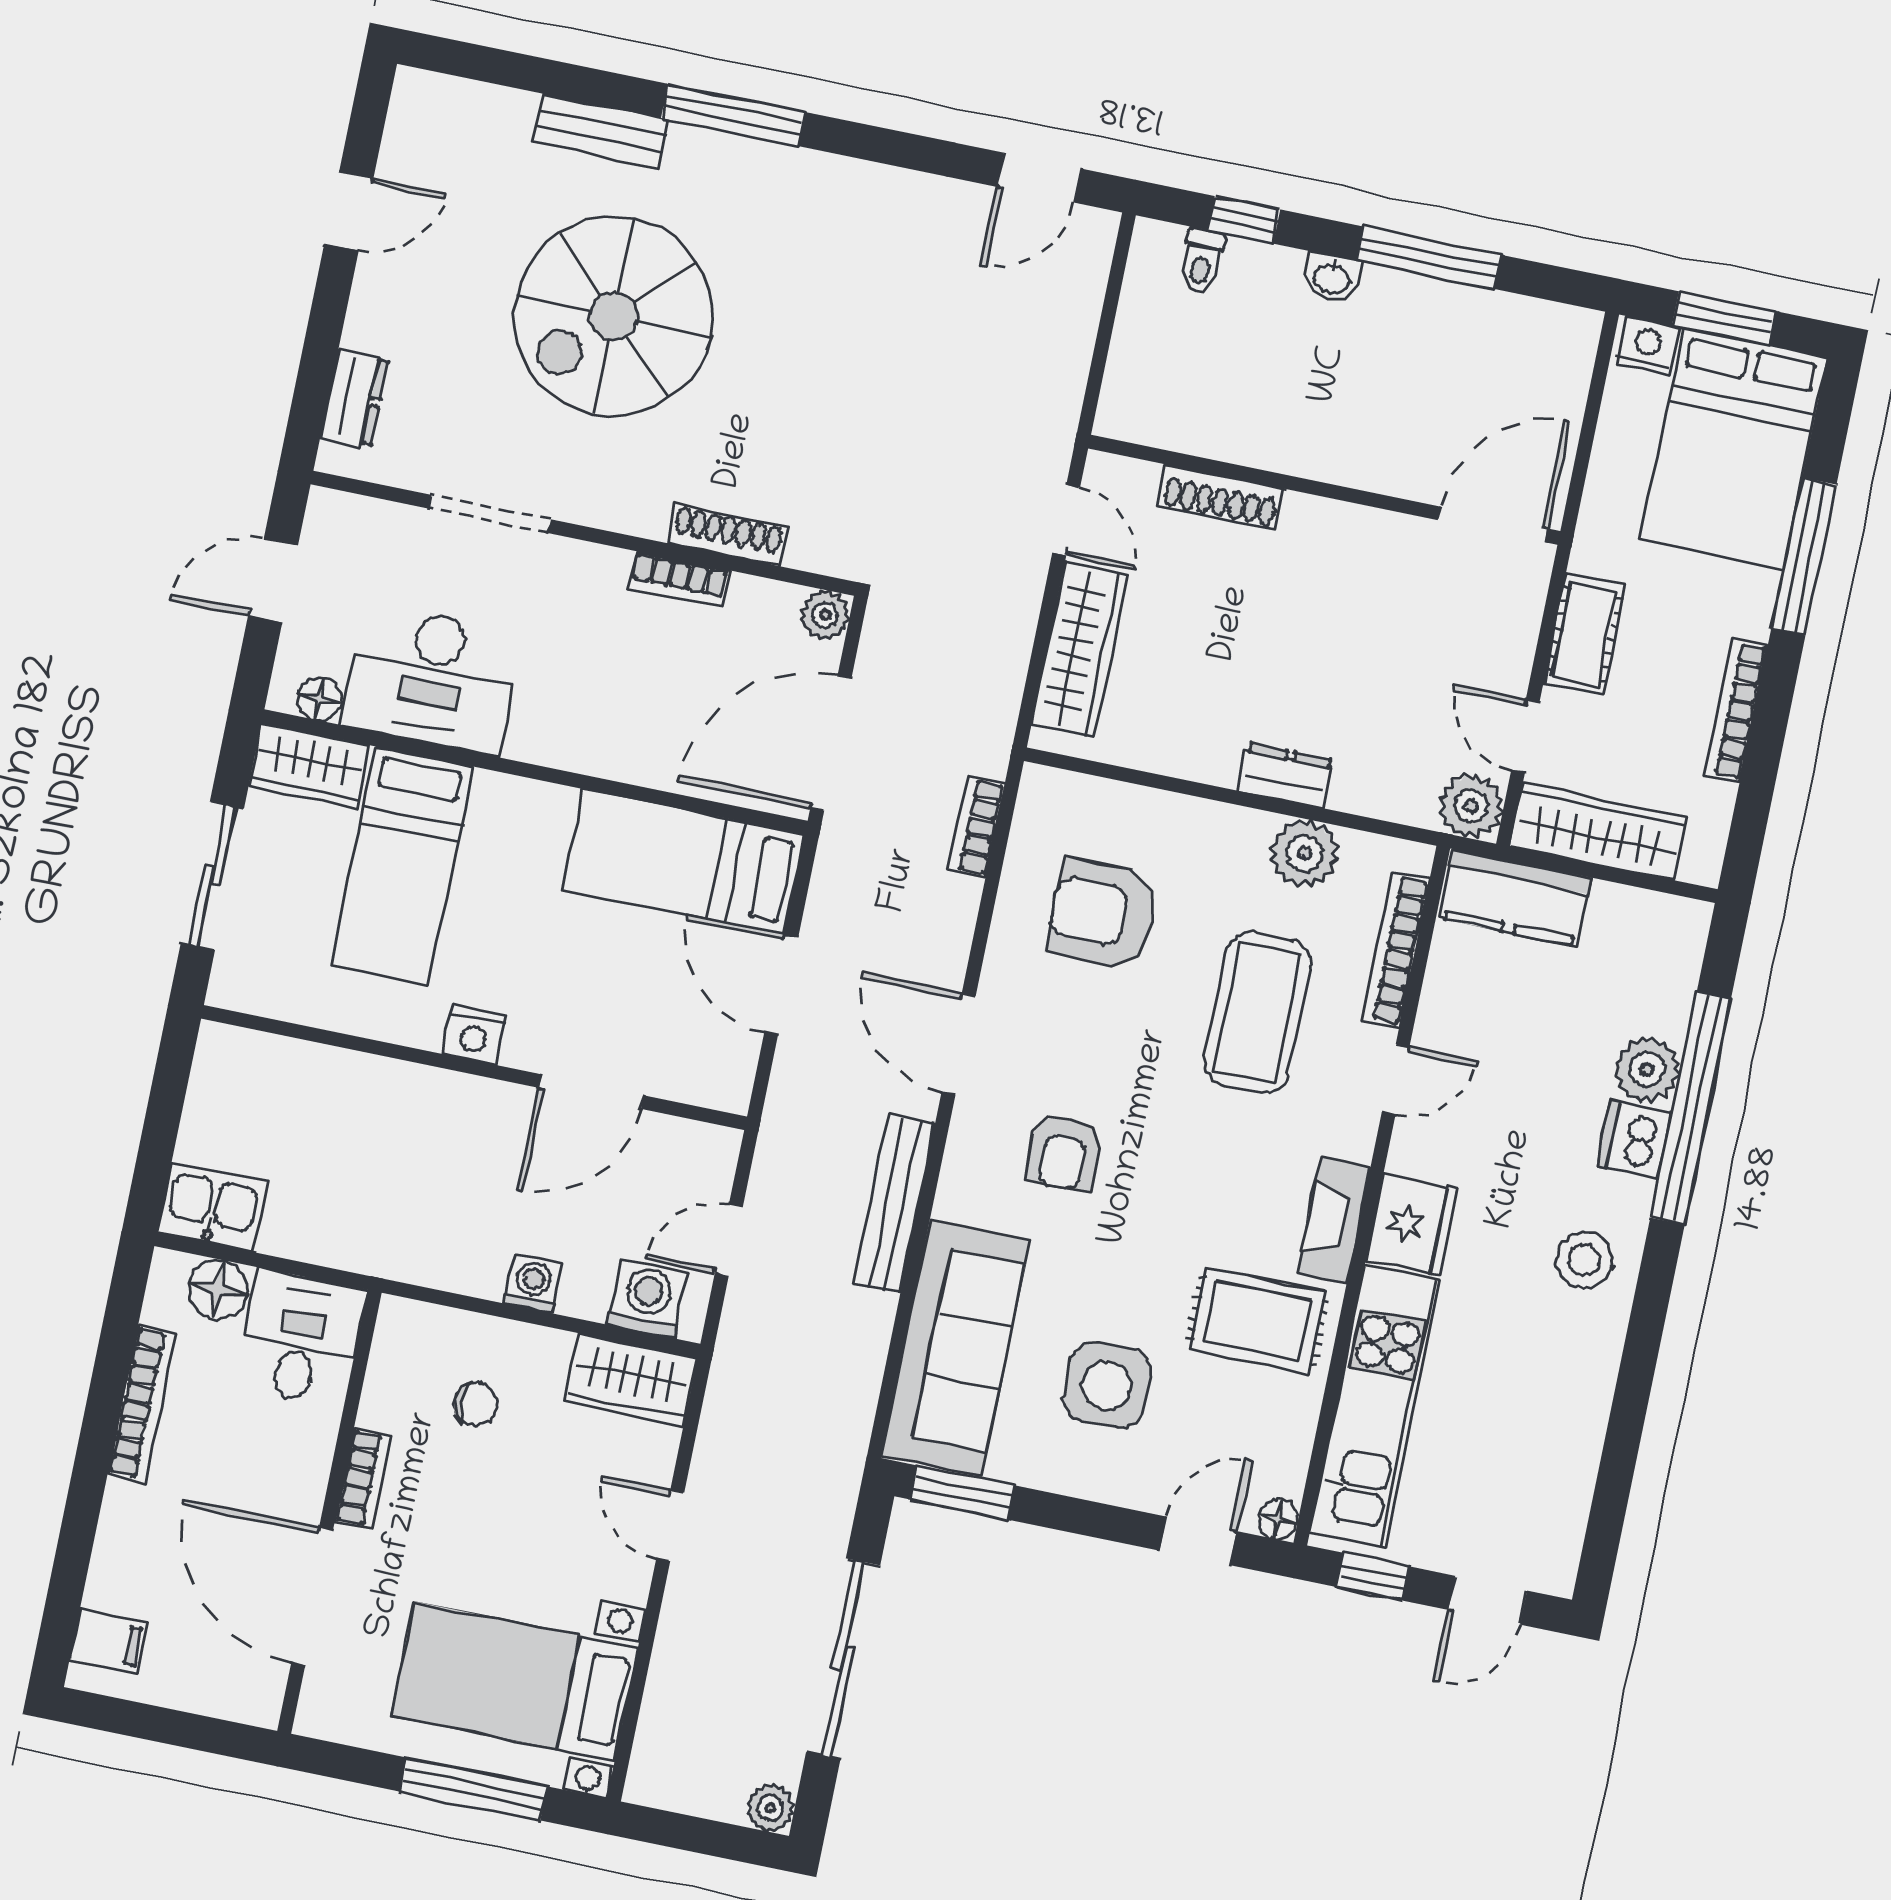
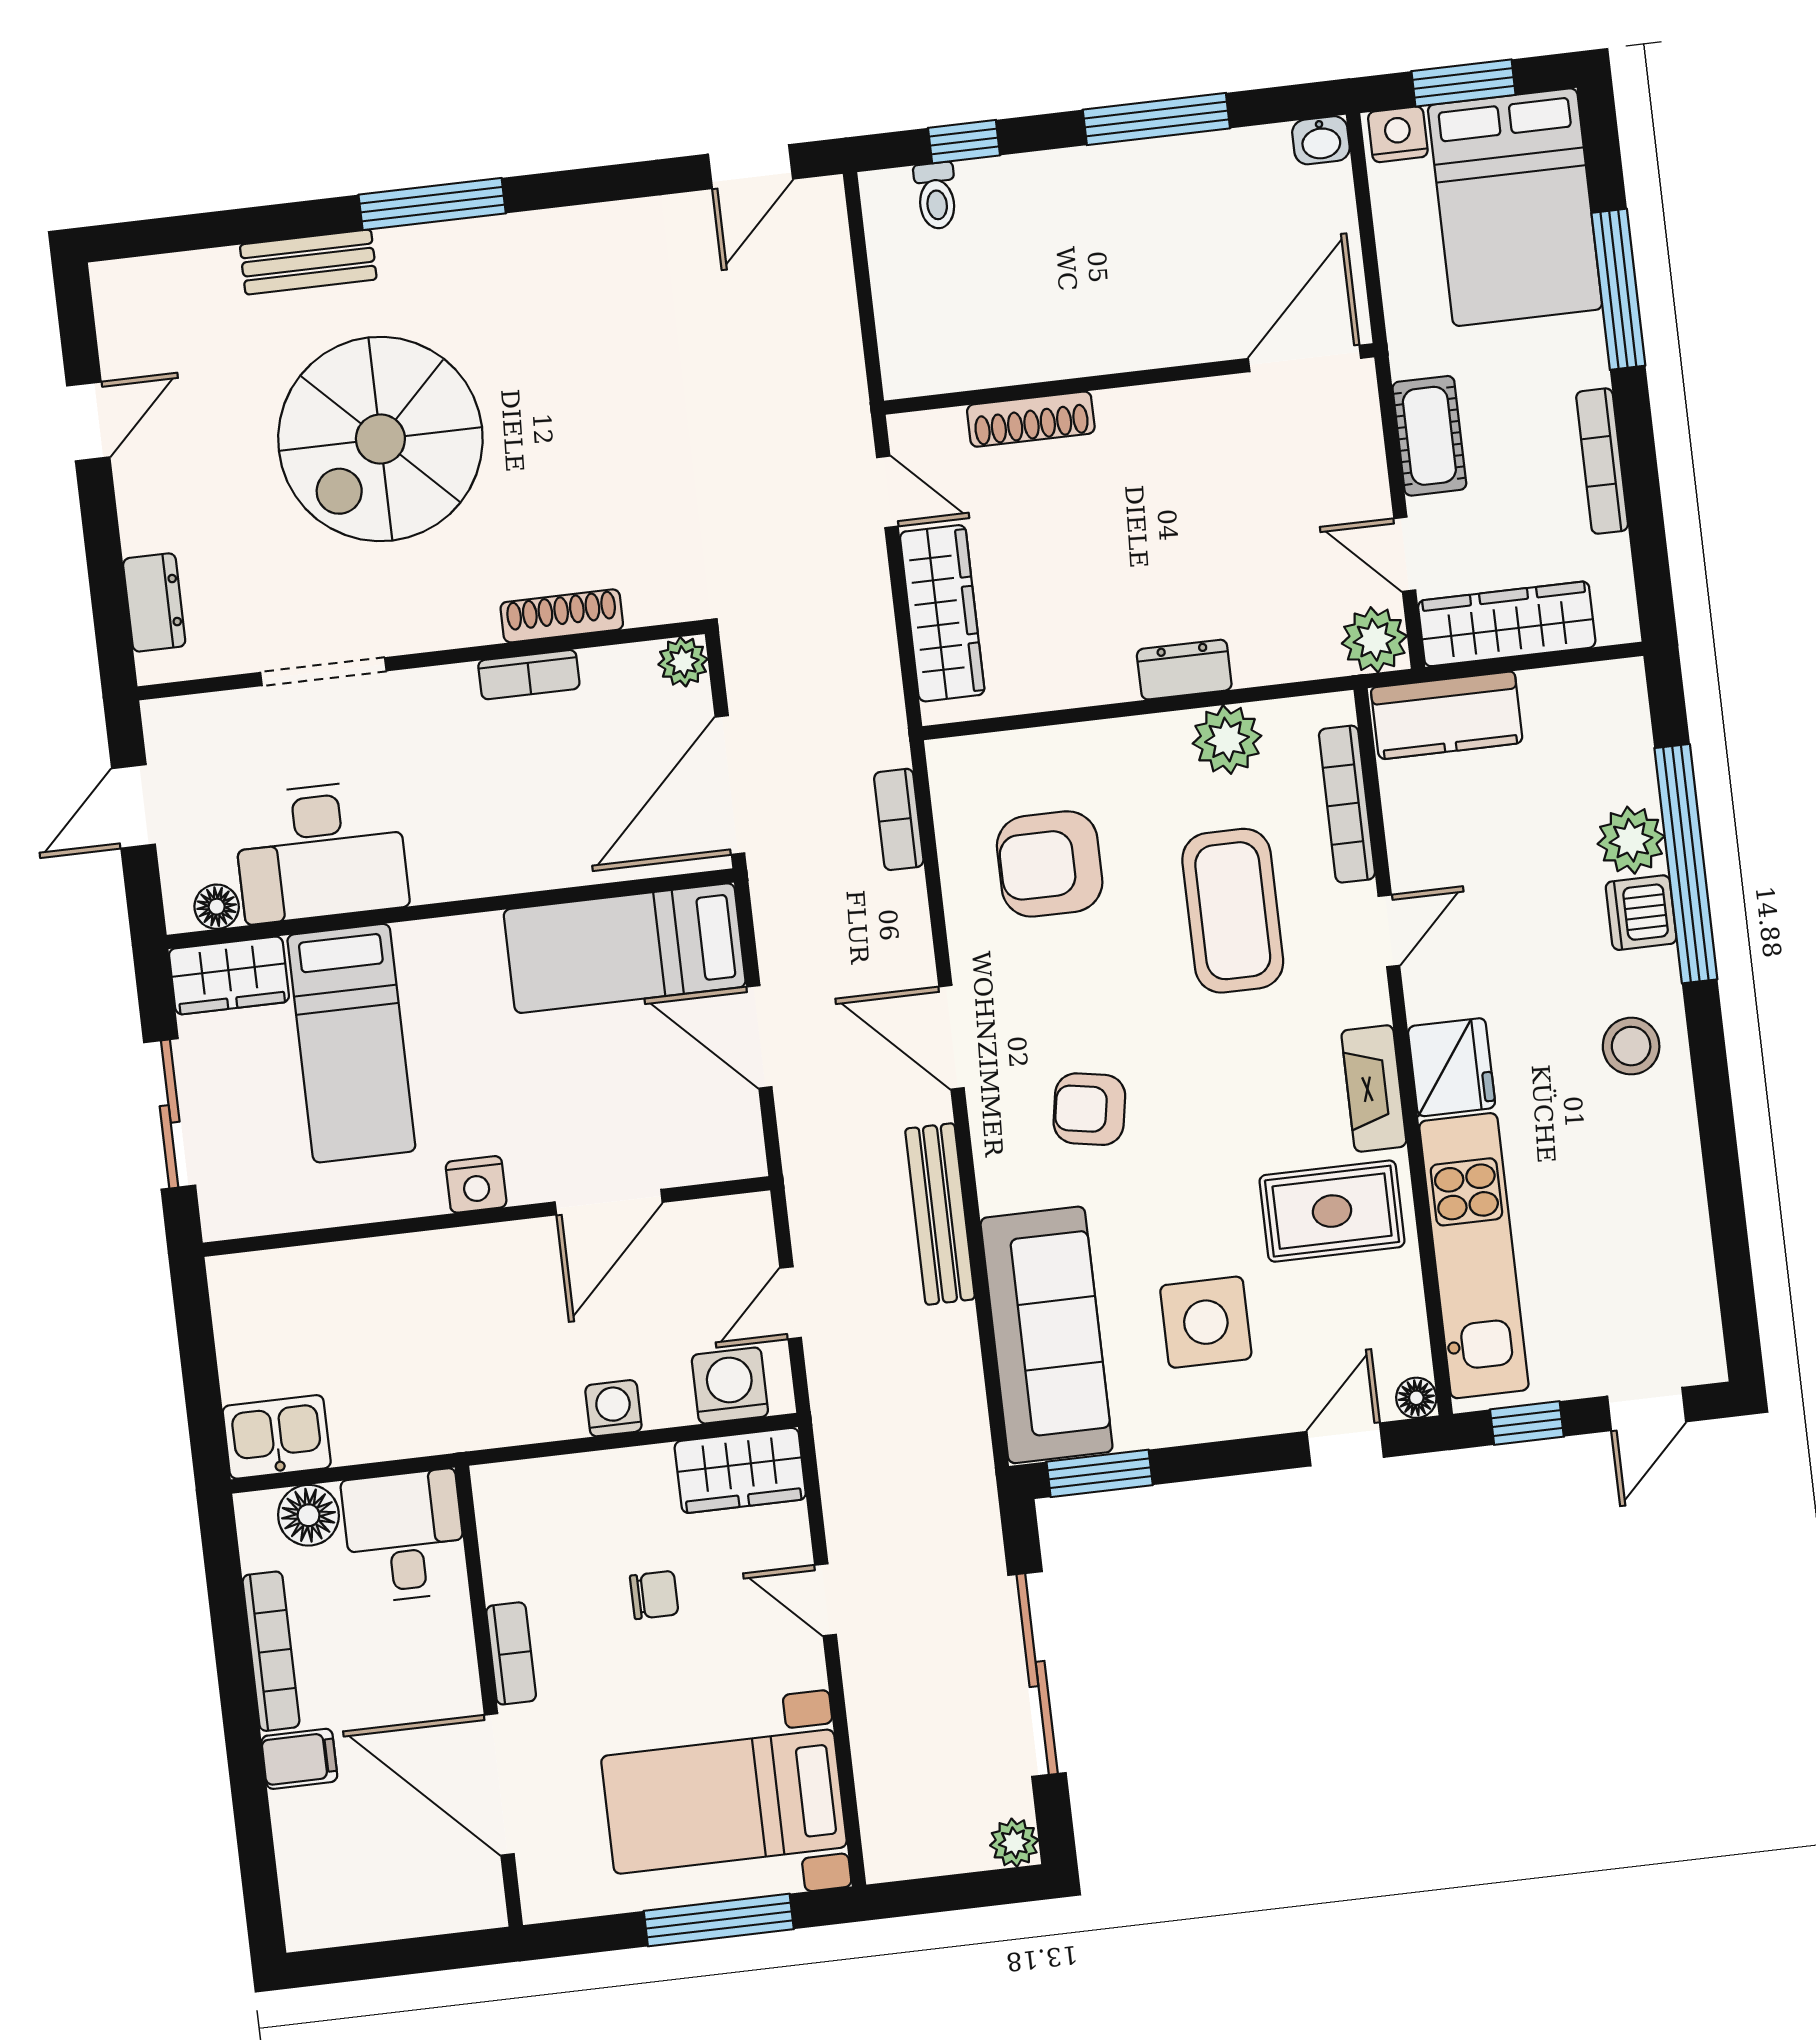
washbasin: (1332, 278) -> (1321, 140), moved
armchair: (1064, 1153) -> (1089, 1109), turned 100
chair: (476, 1404) -> (654, 1595), moved
filing cabinet: (109, 1641) -> (299, 1759), moved

